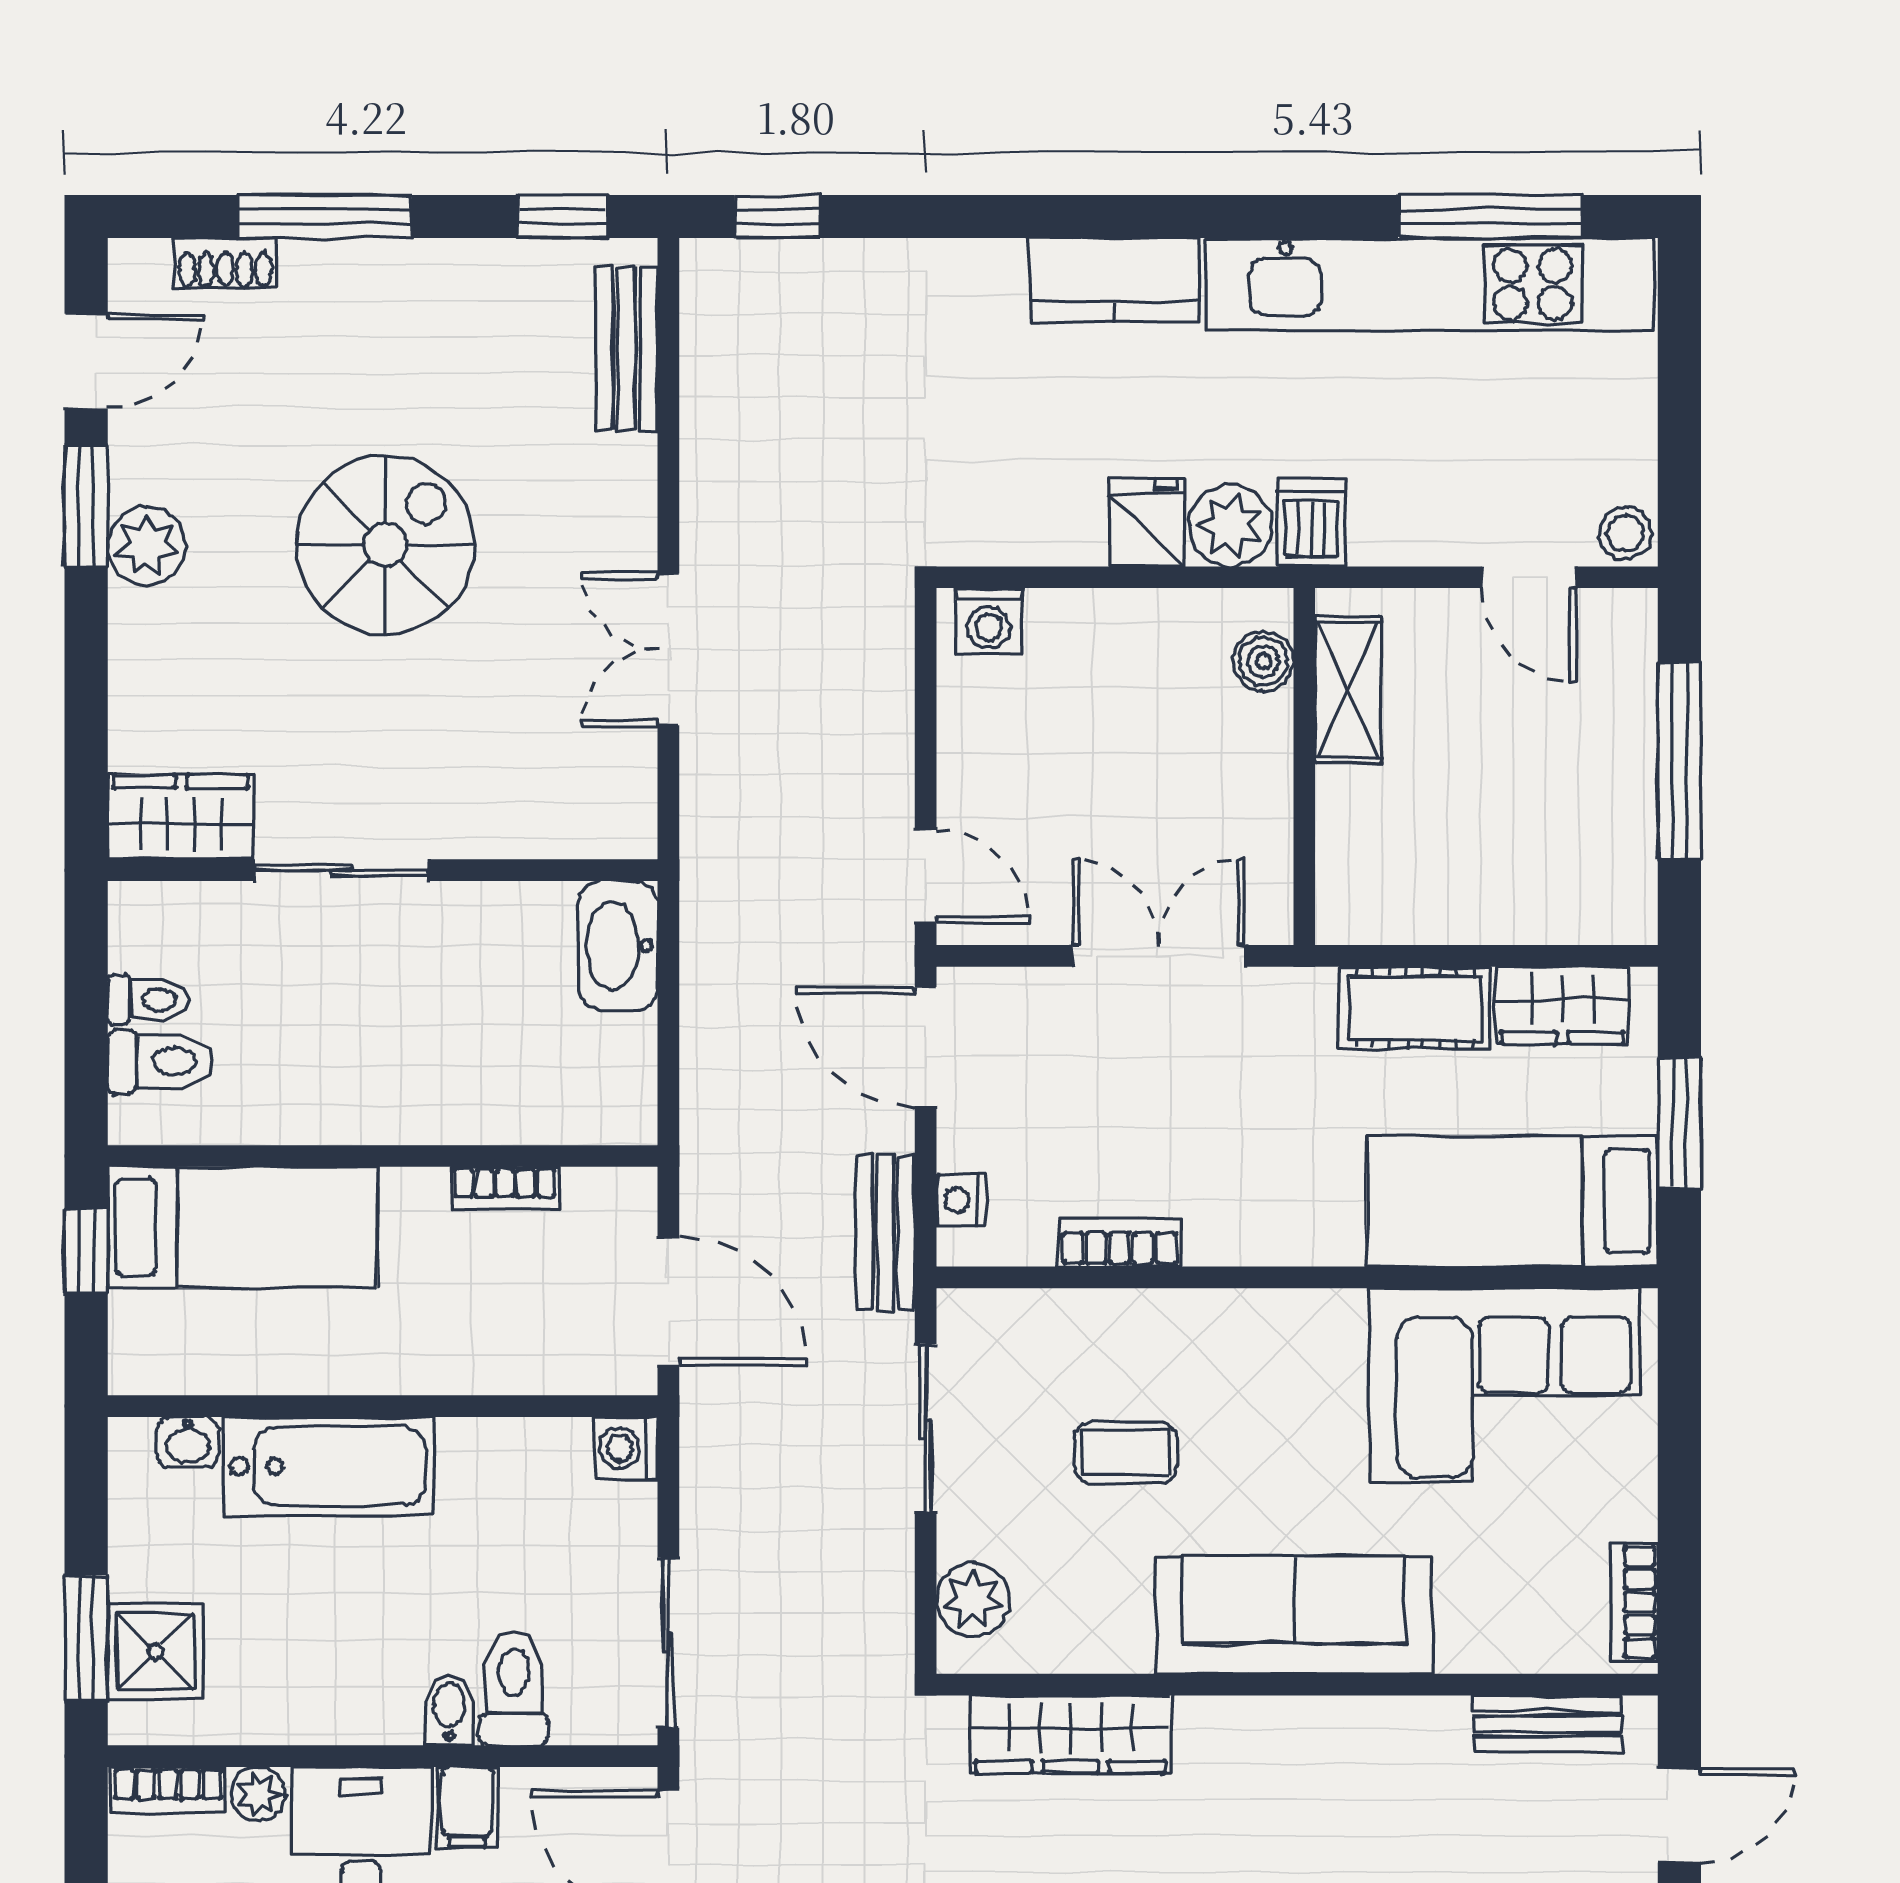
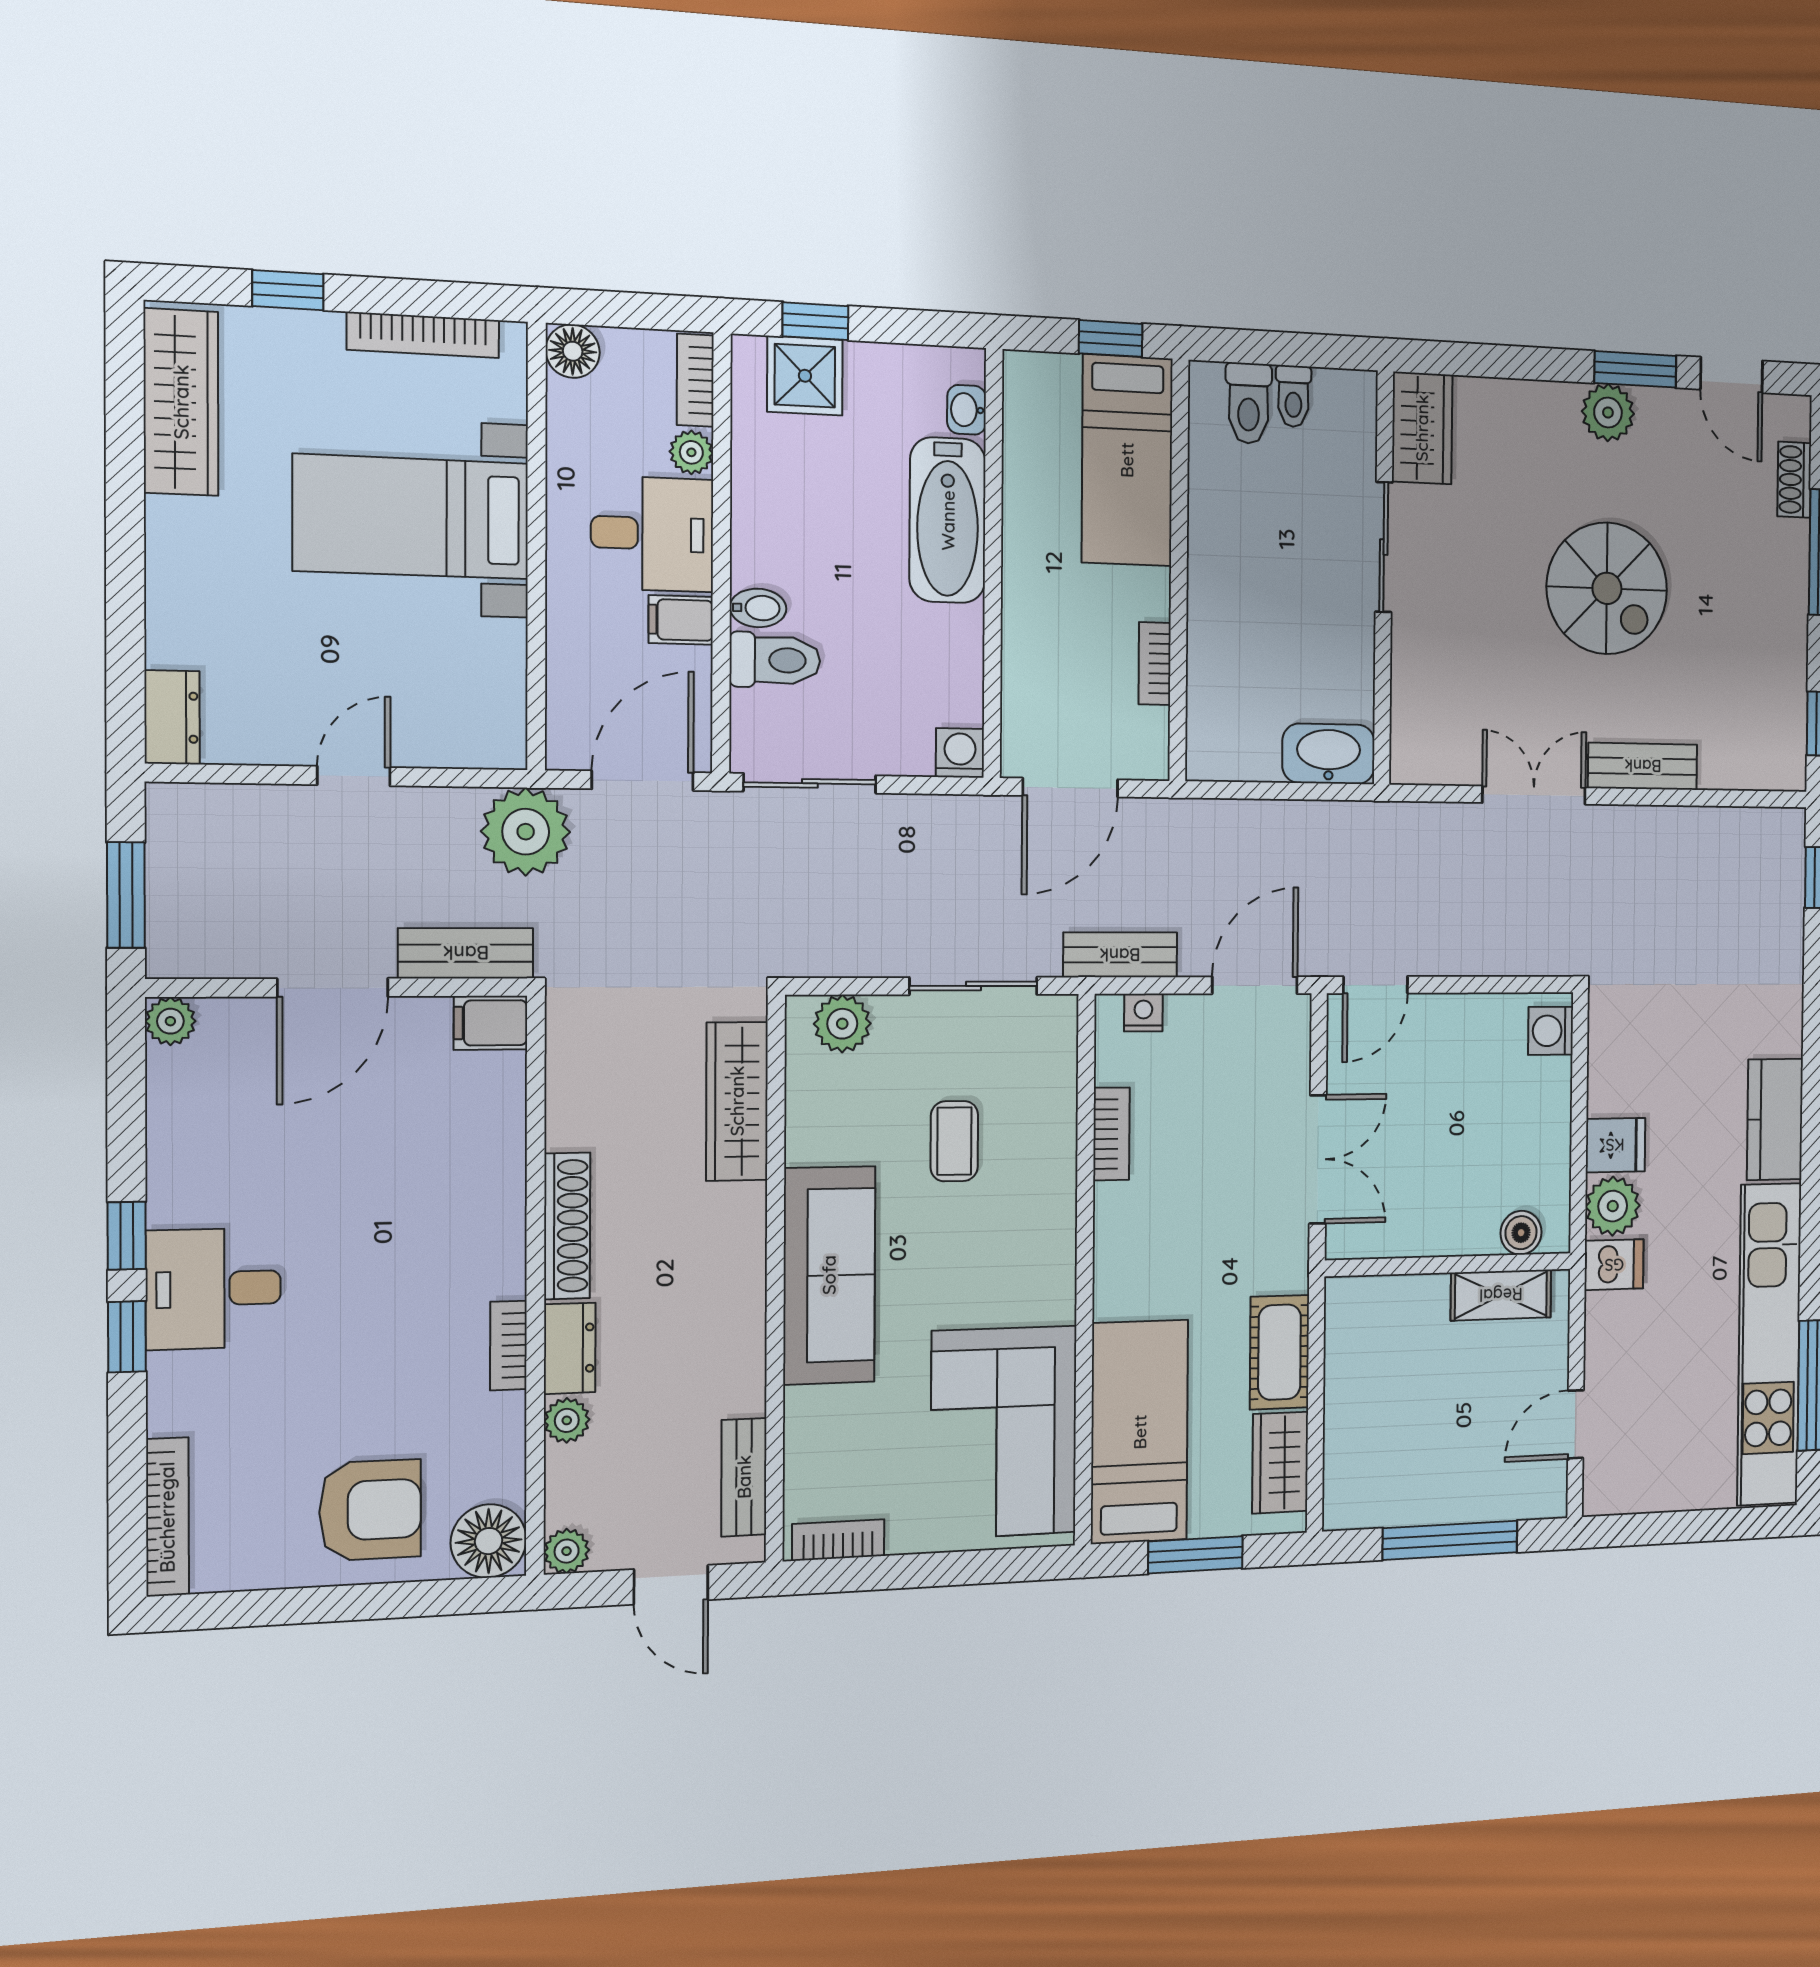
bench: (627, 348) -> (1643, 766), moved
stool: (1625, 533) -> (1604, 1492), removed
window: (86, 1638) -> (815, 321), width x0.67

